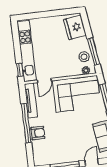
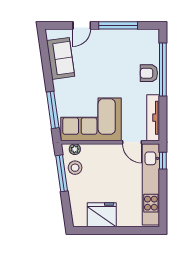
fridge: (75, 27) -> (102, 215), moved, turned -82
door: (44, 81) -> (132, 142), swing flipped
window: (26, 123) -> (163, 70), moved

